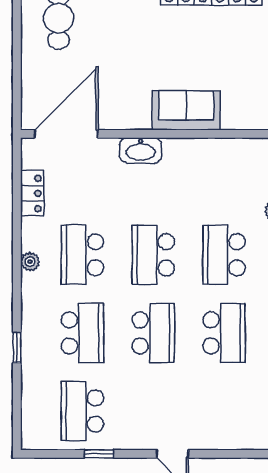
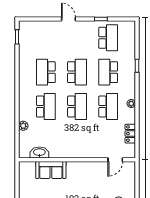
sofa: (186, 111) -> (51, 170), moved
door: (66, 134) -> (115, 160), width x0.53
washbasin: (141, 150) -> (39, 152), moved
school desk: (153, 333) -> (77, 72), turned 180

